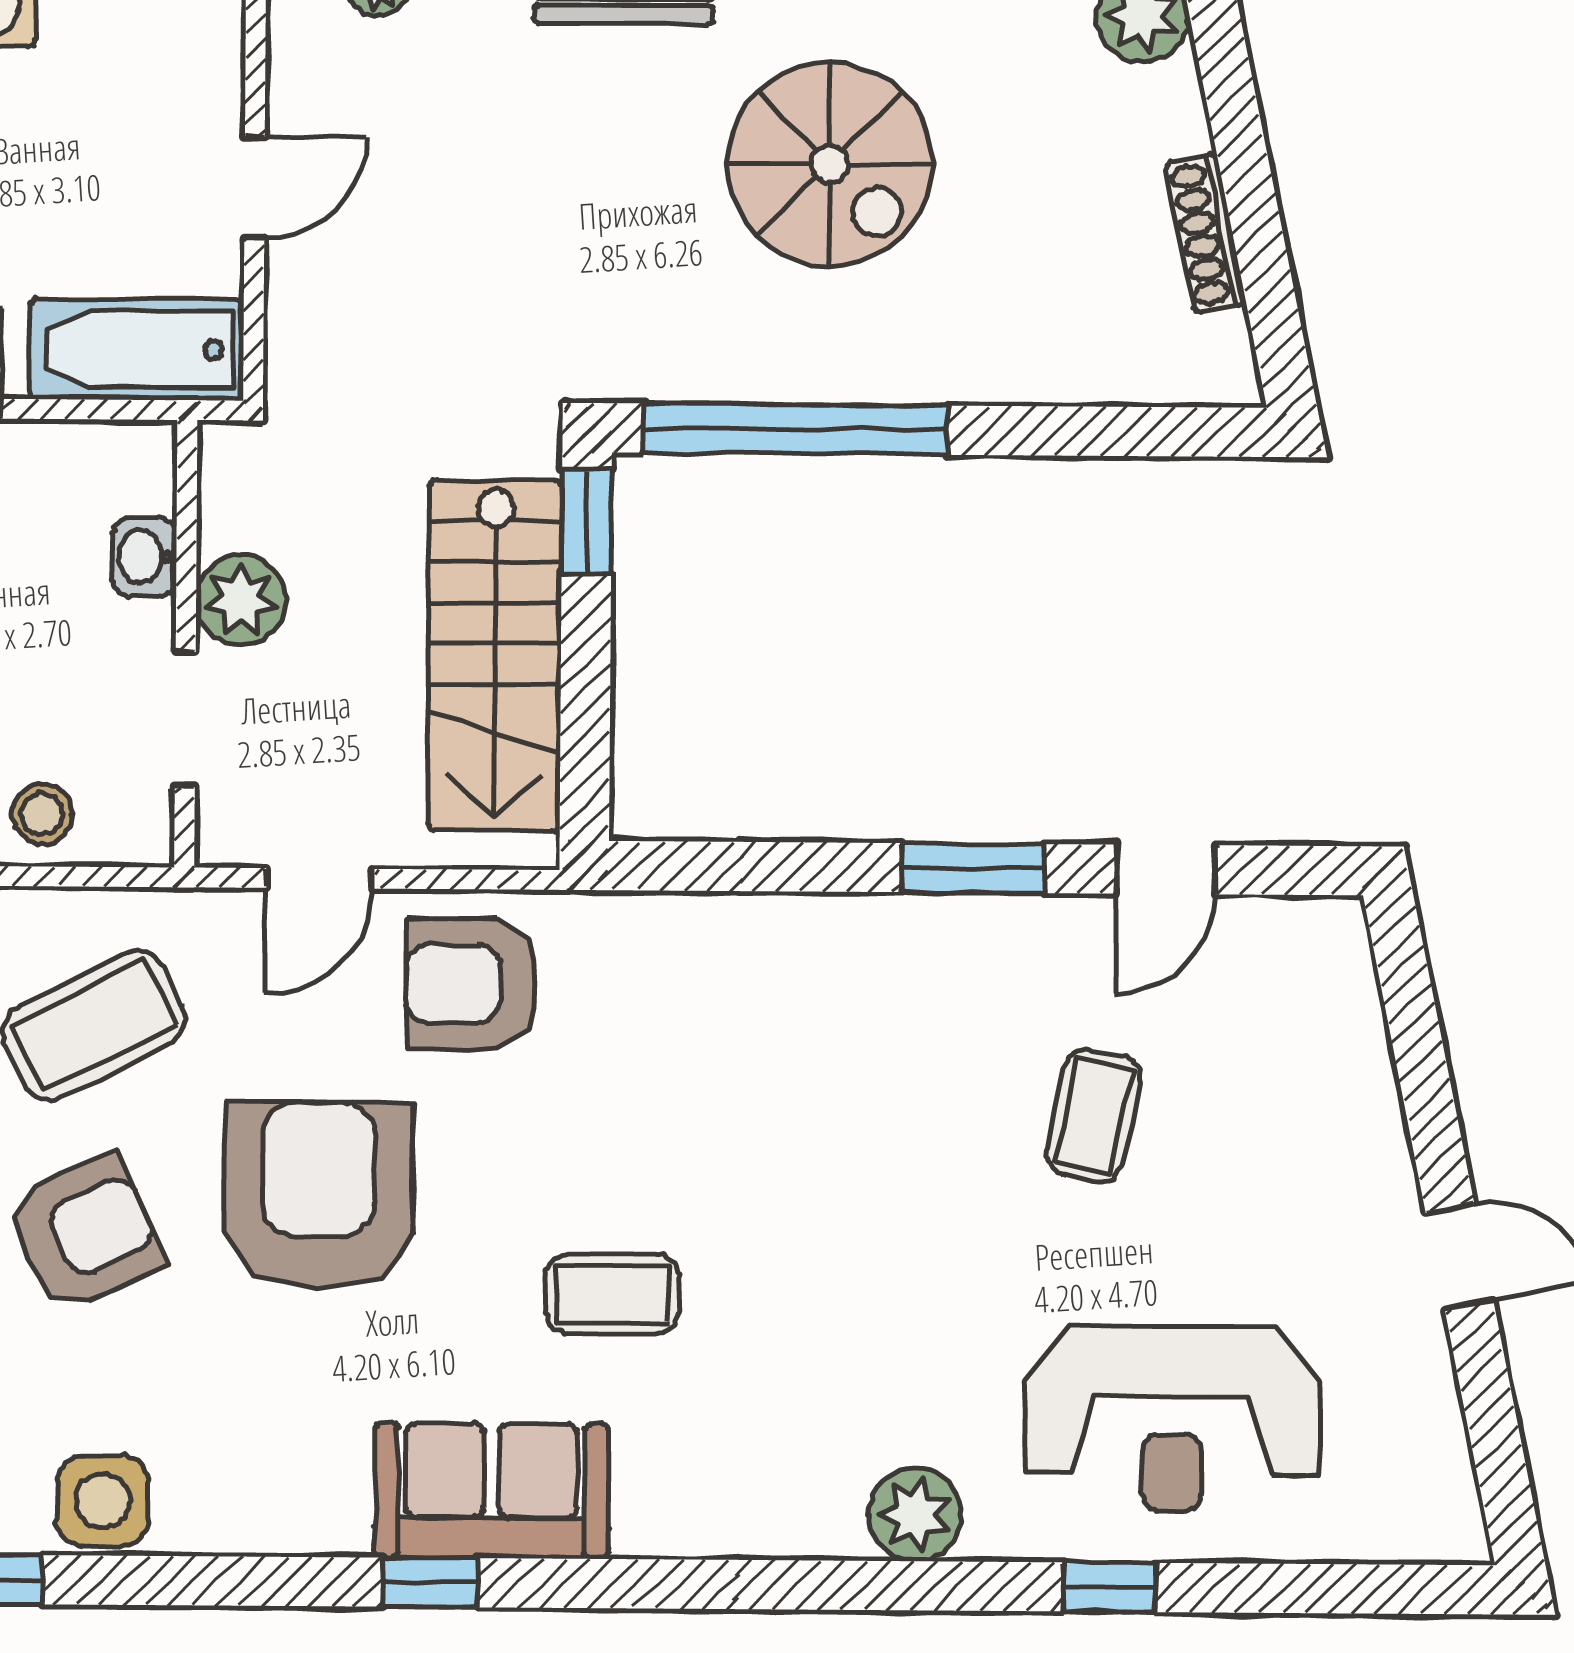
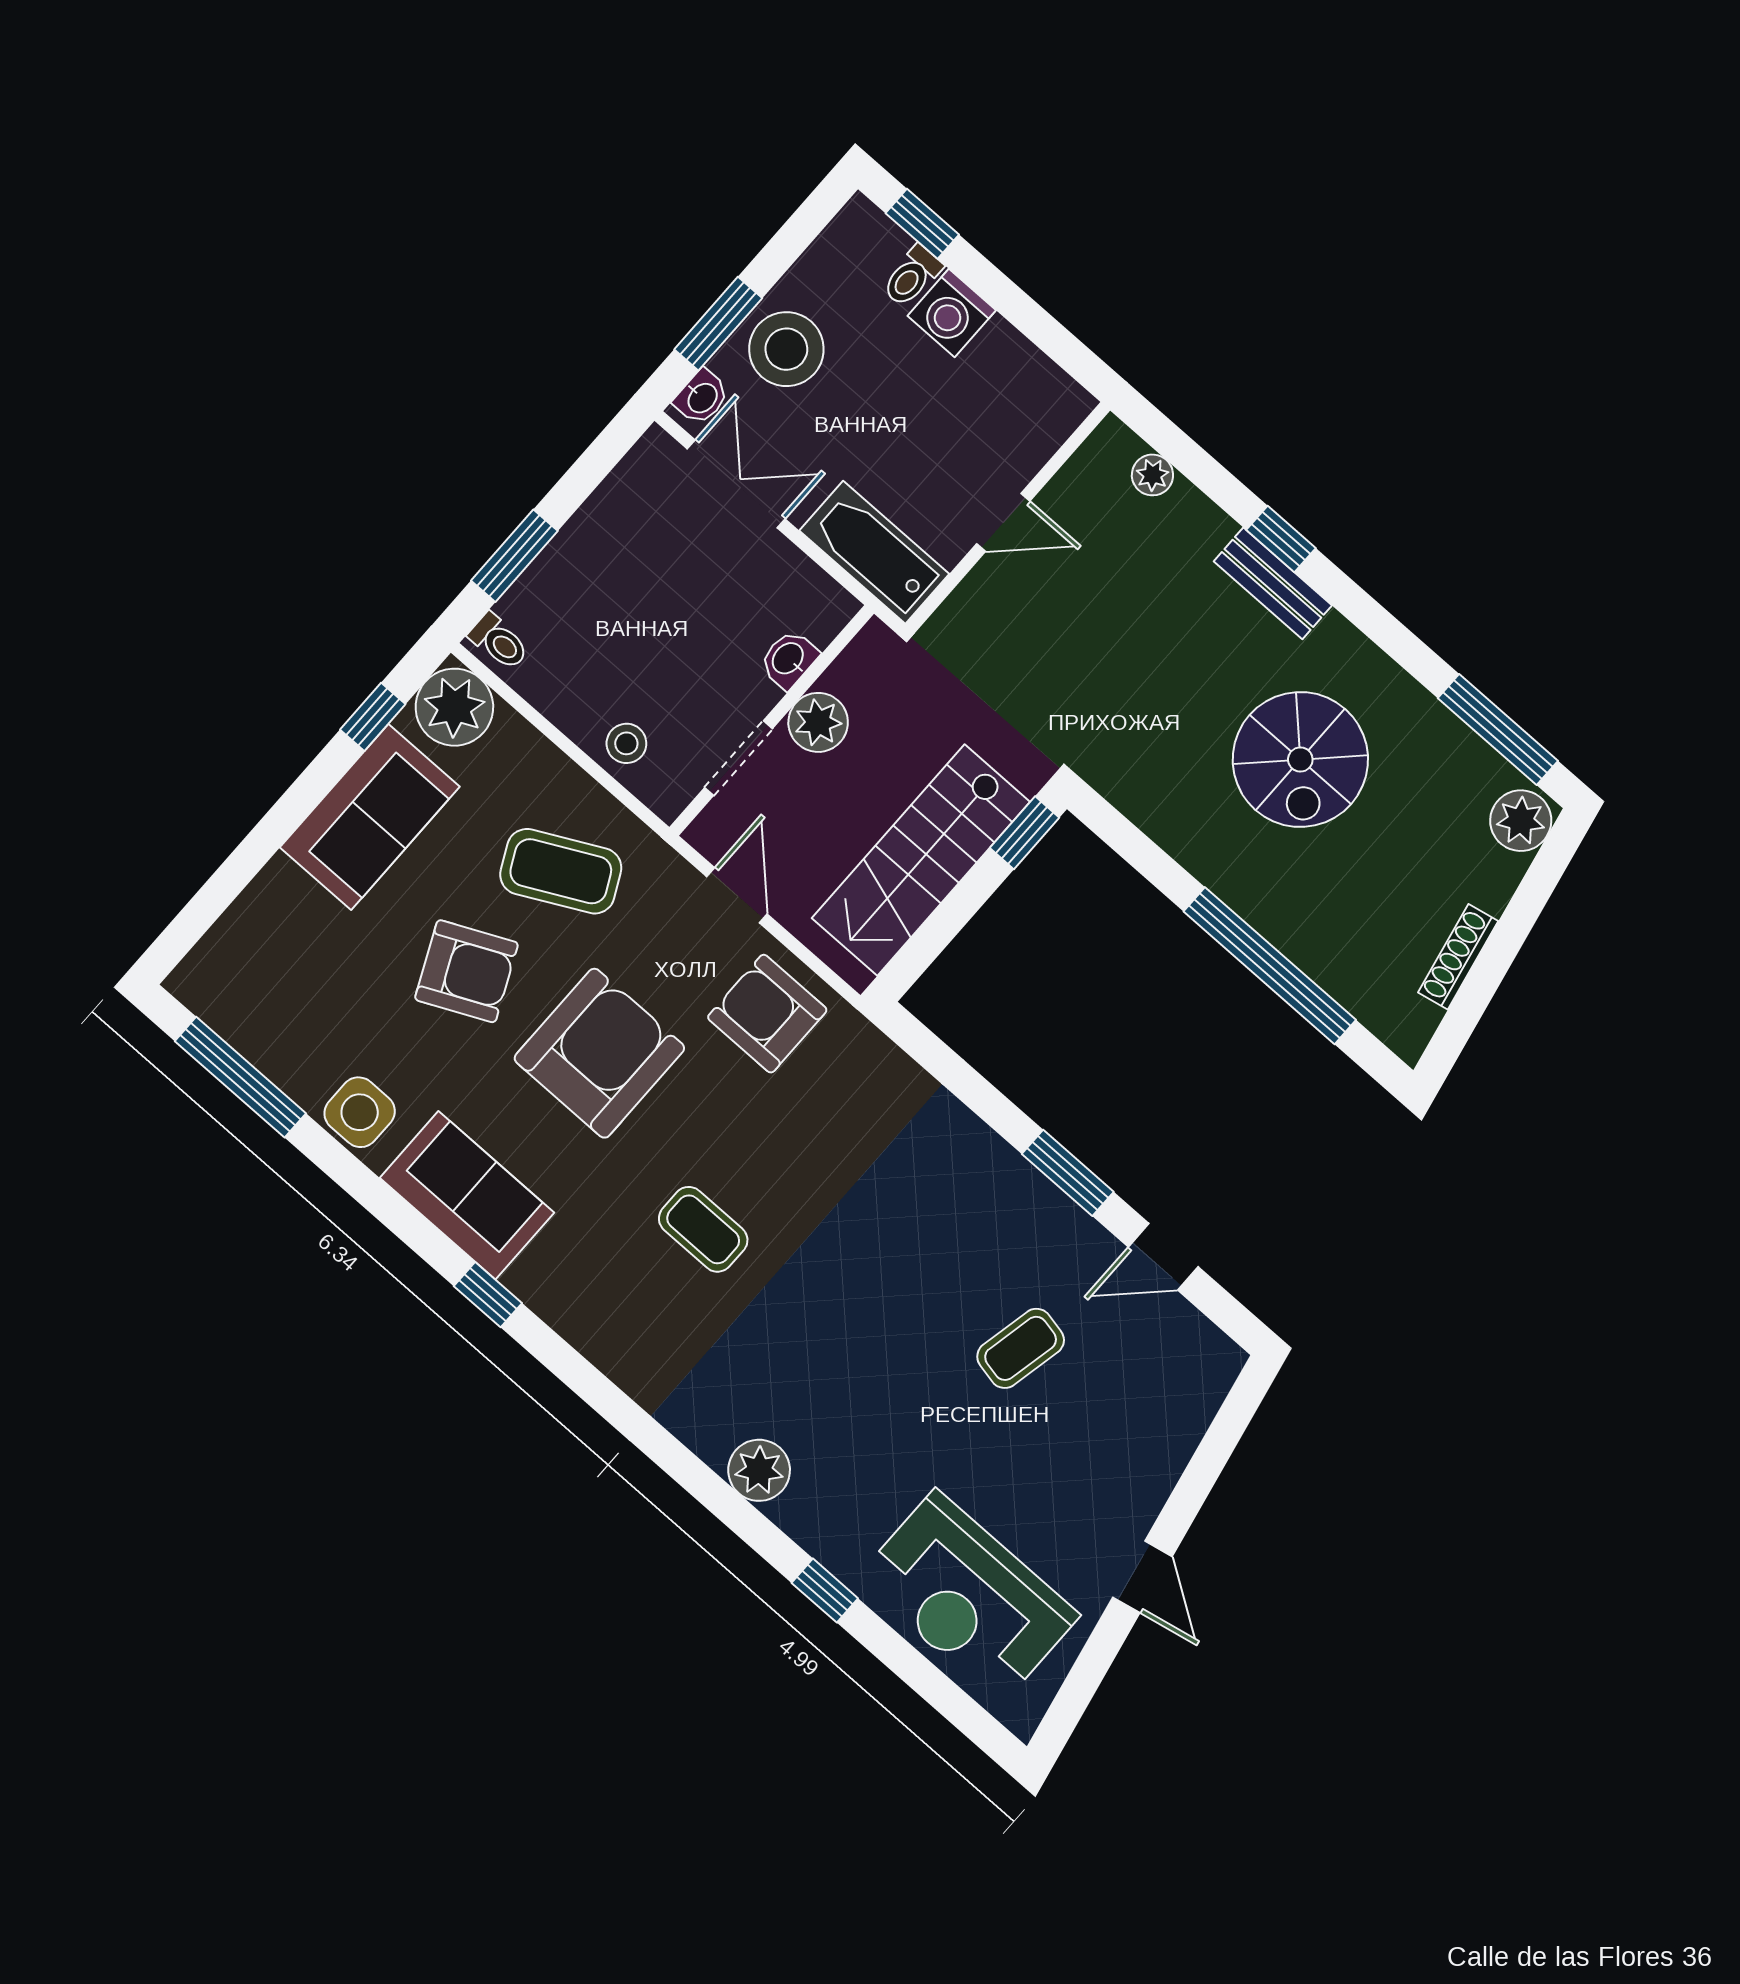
window: (796, 429) -> (1270, 966), moved
door: (319, 878) -> (737, 895), swing flipped
reception desk: (1172, 1419) -> (968, 1597), moved
sofa: (491, 1491) -> (467, 1195), moved

